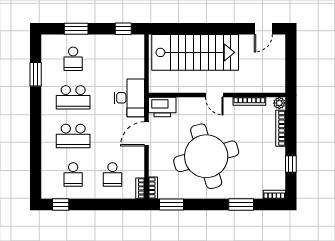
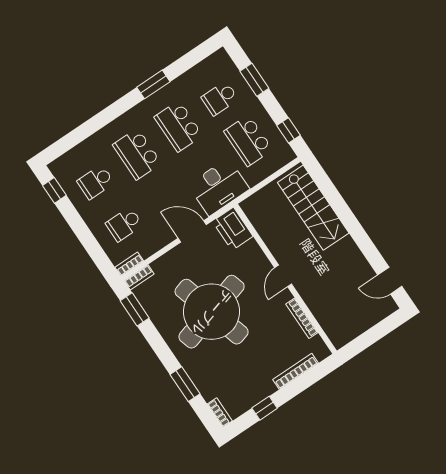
stairs: (195, 52) -> (313, 208), width x0.73, depth x0.66
school desk: (112, 59) -> (248, 140), added
window: (36, 74) -> (153, 84), moved
plant: (279, 103) -> (322, 352), removed

